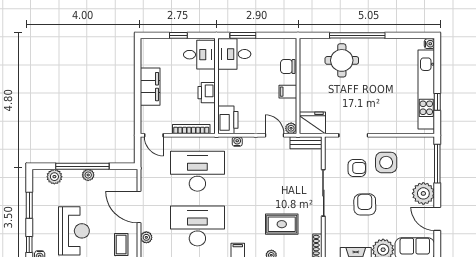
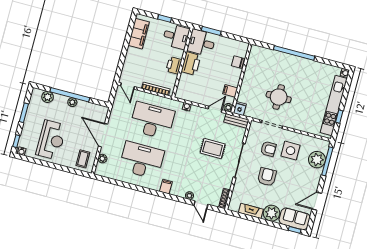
round table: (342, 60) -> (279, 97), moved
filing cabinet: (150, 87) -> (139, 34), moved
filing cabinet: (288, 92) -> (230, 91), moved
printer: (228, 120) -> (191, 64), moved
fridge: (312, 123) -> (240, 109), width x0.53, depth x0.75
door: (275, 135) -> (215, 109), hinge flipped
plant: (423, 193) -> (317, 160), moved
door: (437, 219) -> (317, 201), hinge flipped
rug: (282, 224) -> (213, 149), moved

